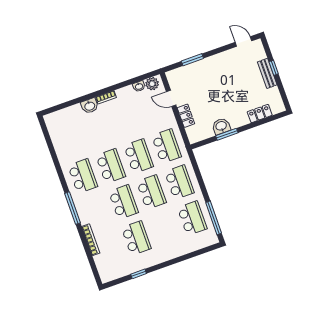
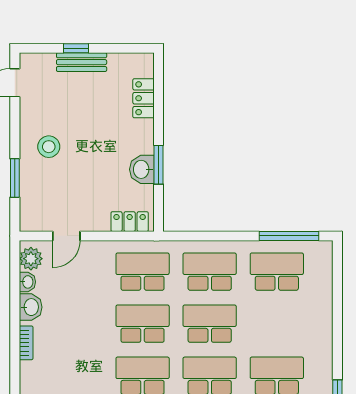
stool: (216, 72) -> (49, 147), added
washbasin: (90, 106) -> (31, 307), moved
locker: (186, 116) -> (130, 222), moved

